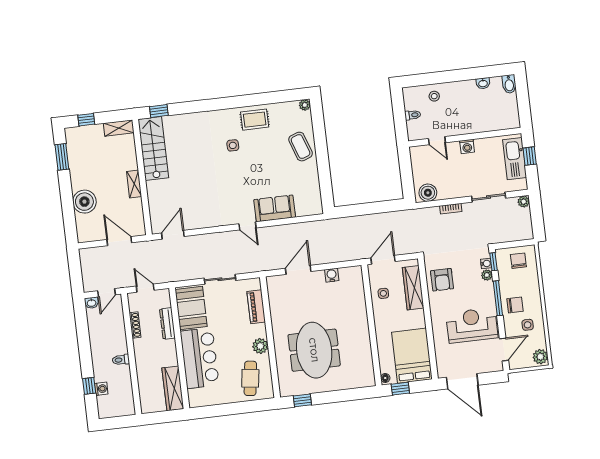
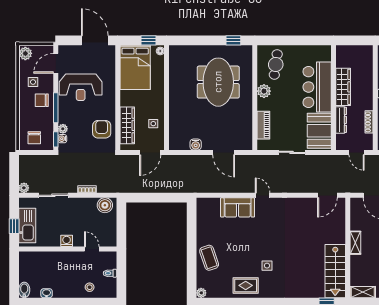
door: (298, 270) -> (224, 152), hinge flipped
wardrobe: (173, 388) -> (343, 87), moved

